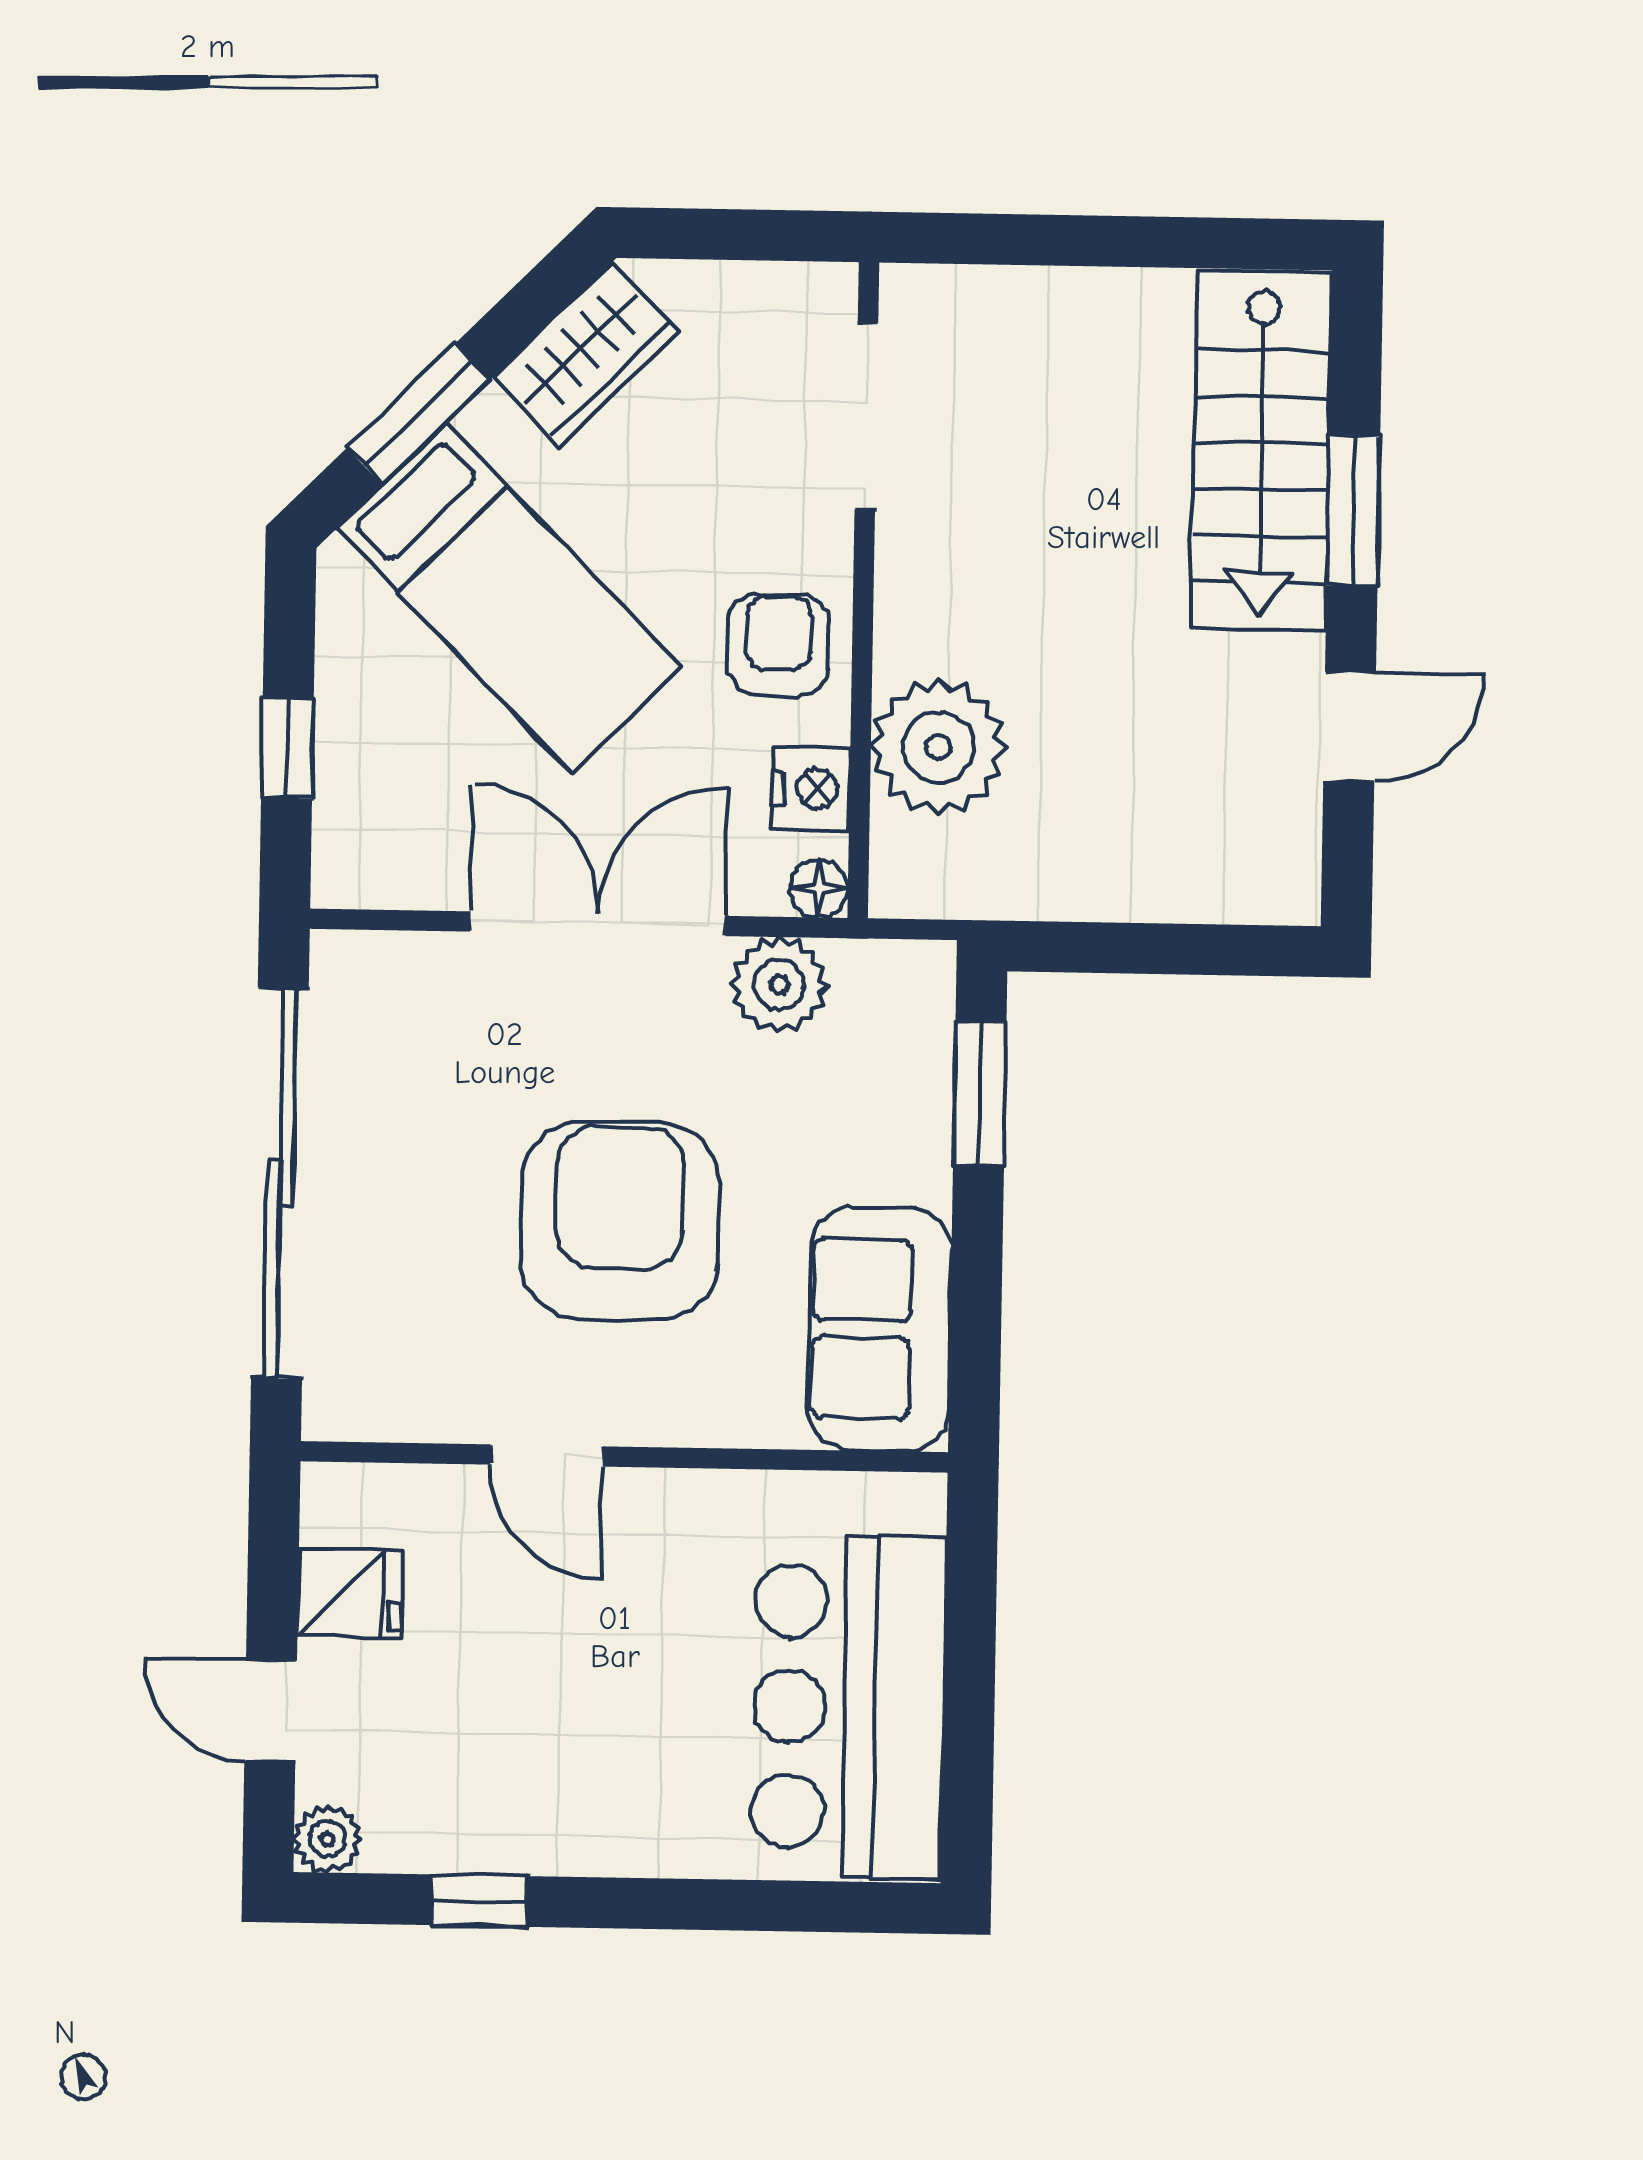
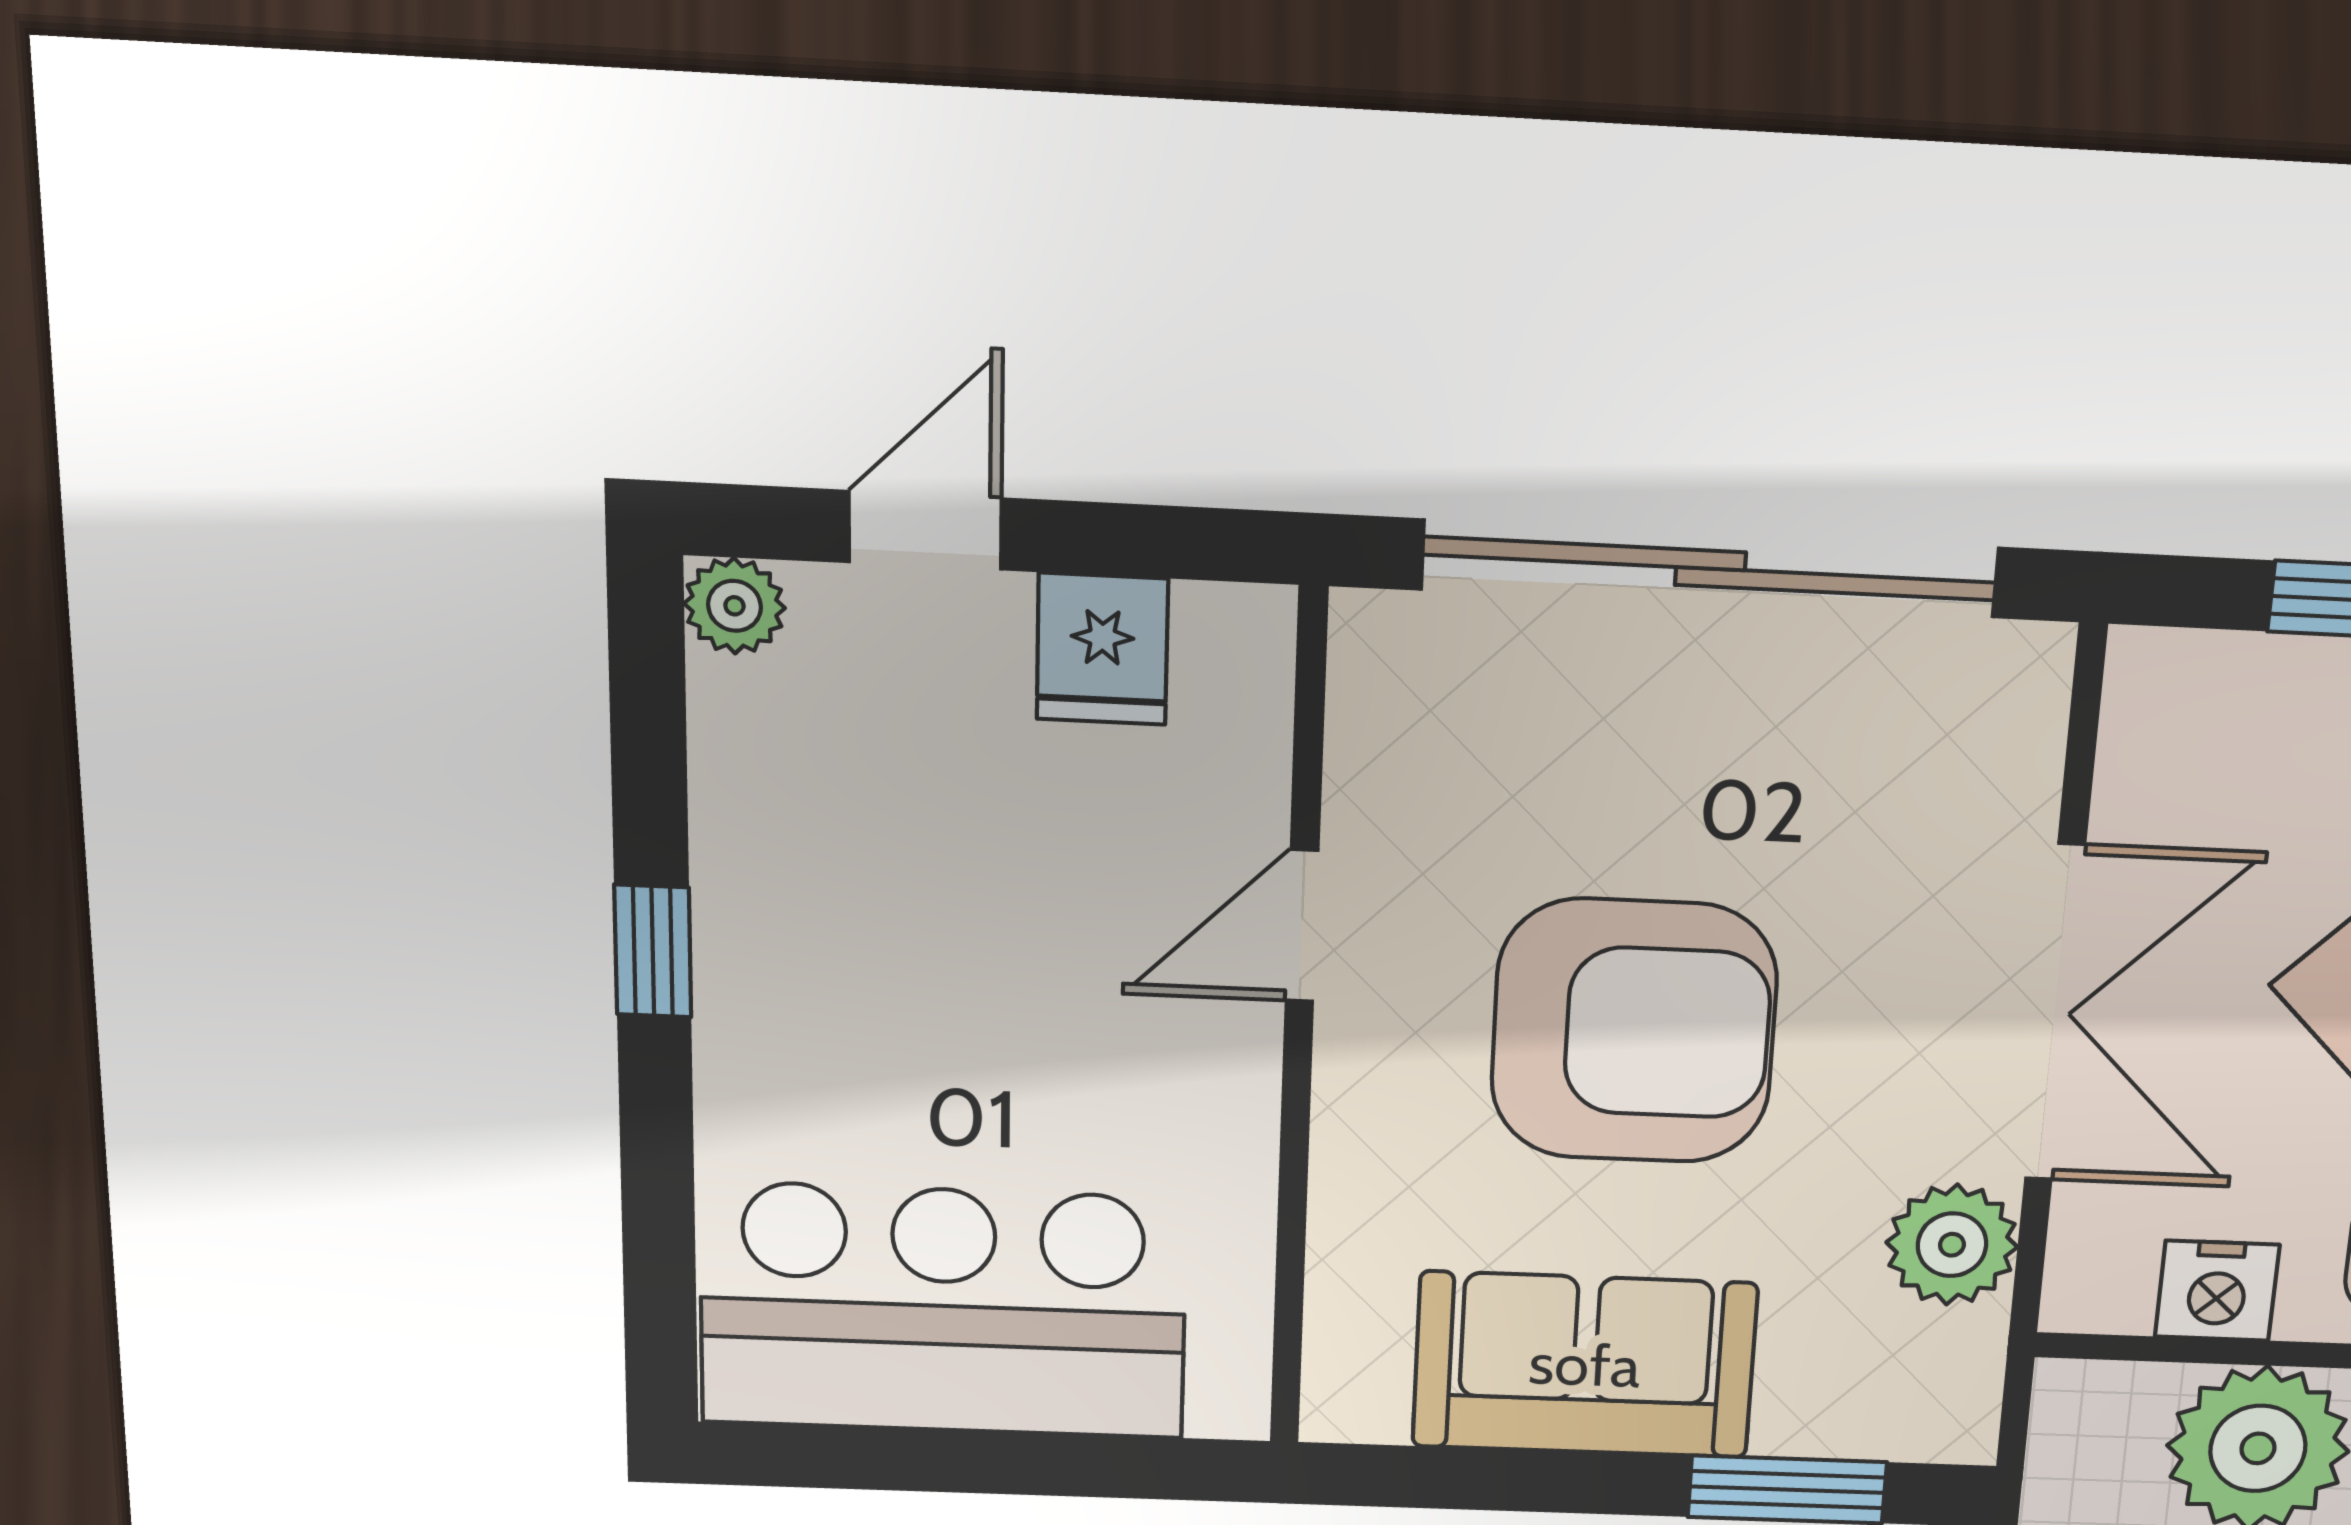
floor lamp: (819, 889) -> (2080, 1298), removed
sofa: (880, 1329) -> (1585, 1365), moved
window: (479, 1901) -> (653, 951), moved

